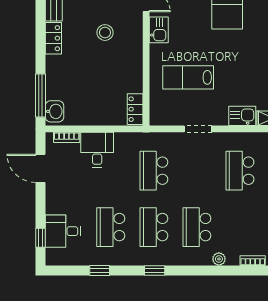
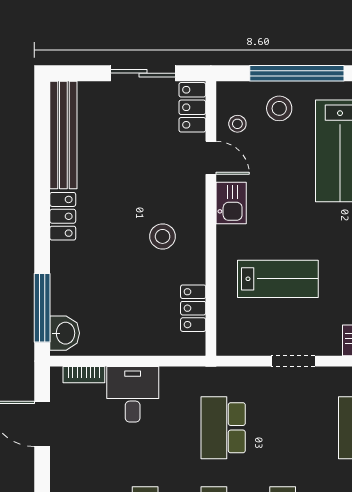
stool: (105, 33) -> (163, 236), moved
lab bench: (188, 77) -> (278, 279), turned 180
locker: (135, 109) -> (193, 308), moved

